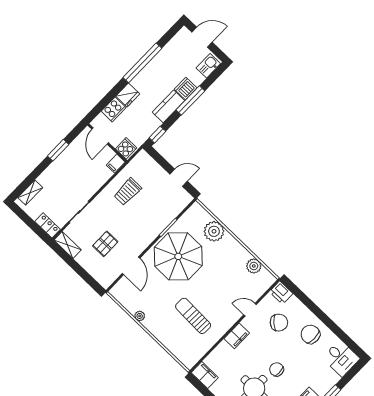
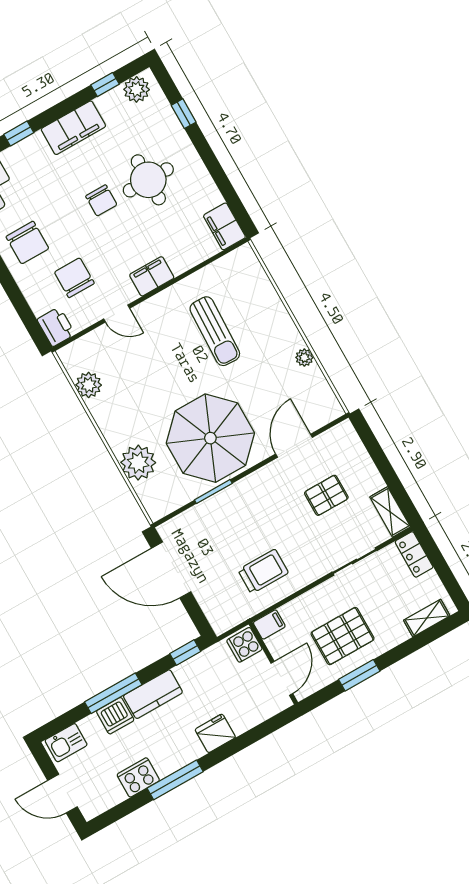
window: (142, 63) -> (175, 780), width x0.68
cooker: (114, 109) -> (138, 777), moved
pallet: (74, 169) -> (342, 636), added
door: (179, 178) -> (171, 570), width x1.88
chair: (279, 323) -> (74, 278), turned 47

